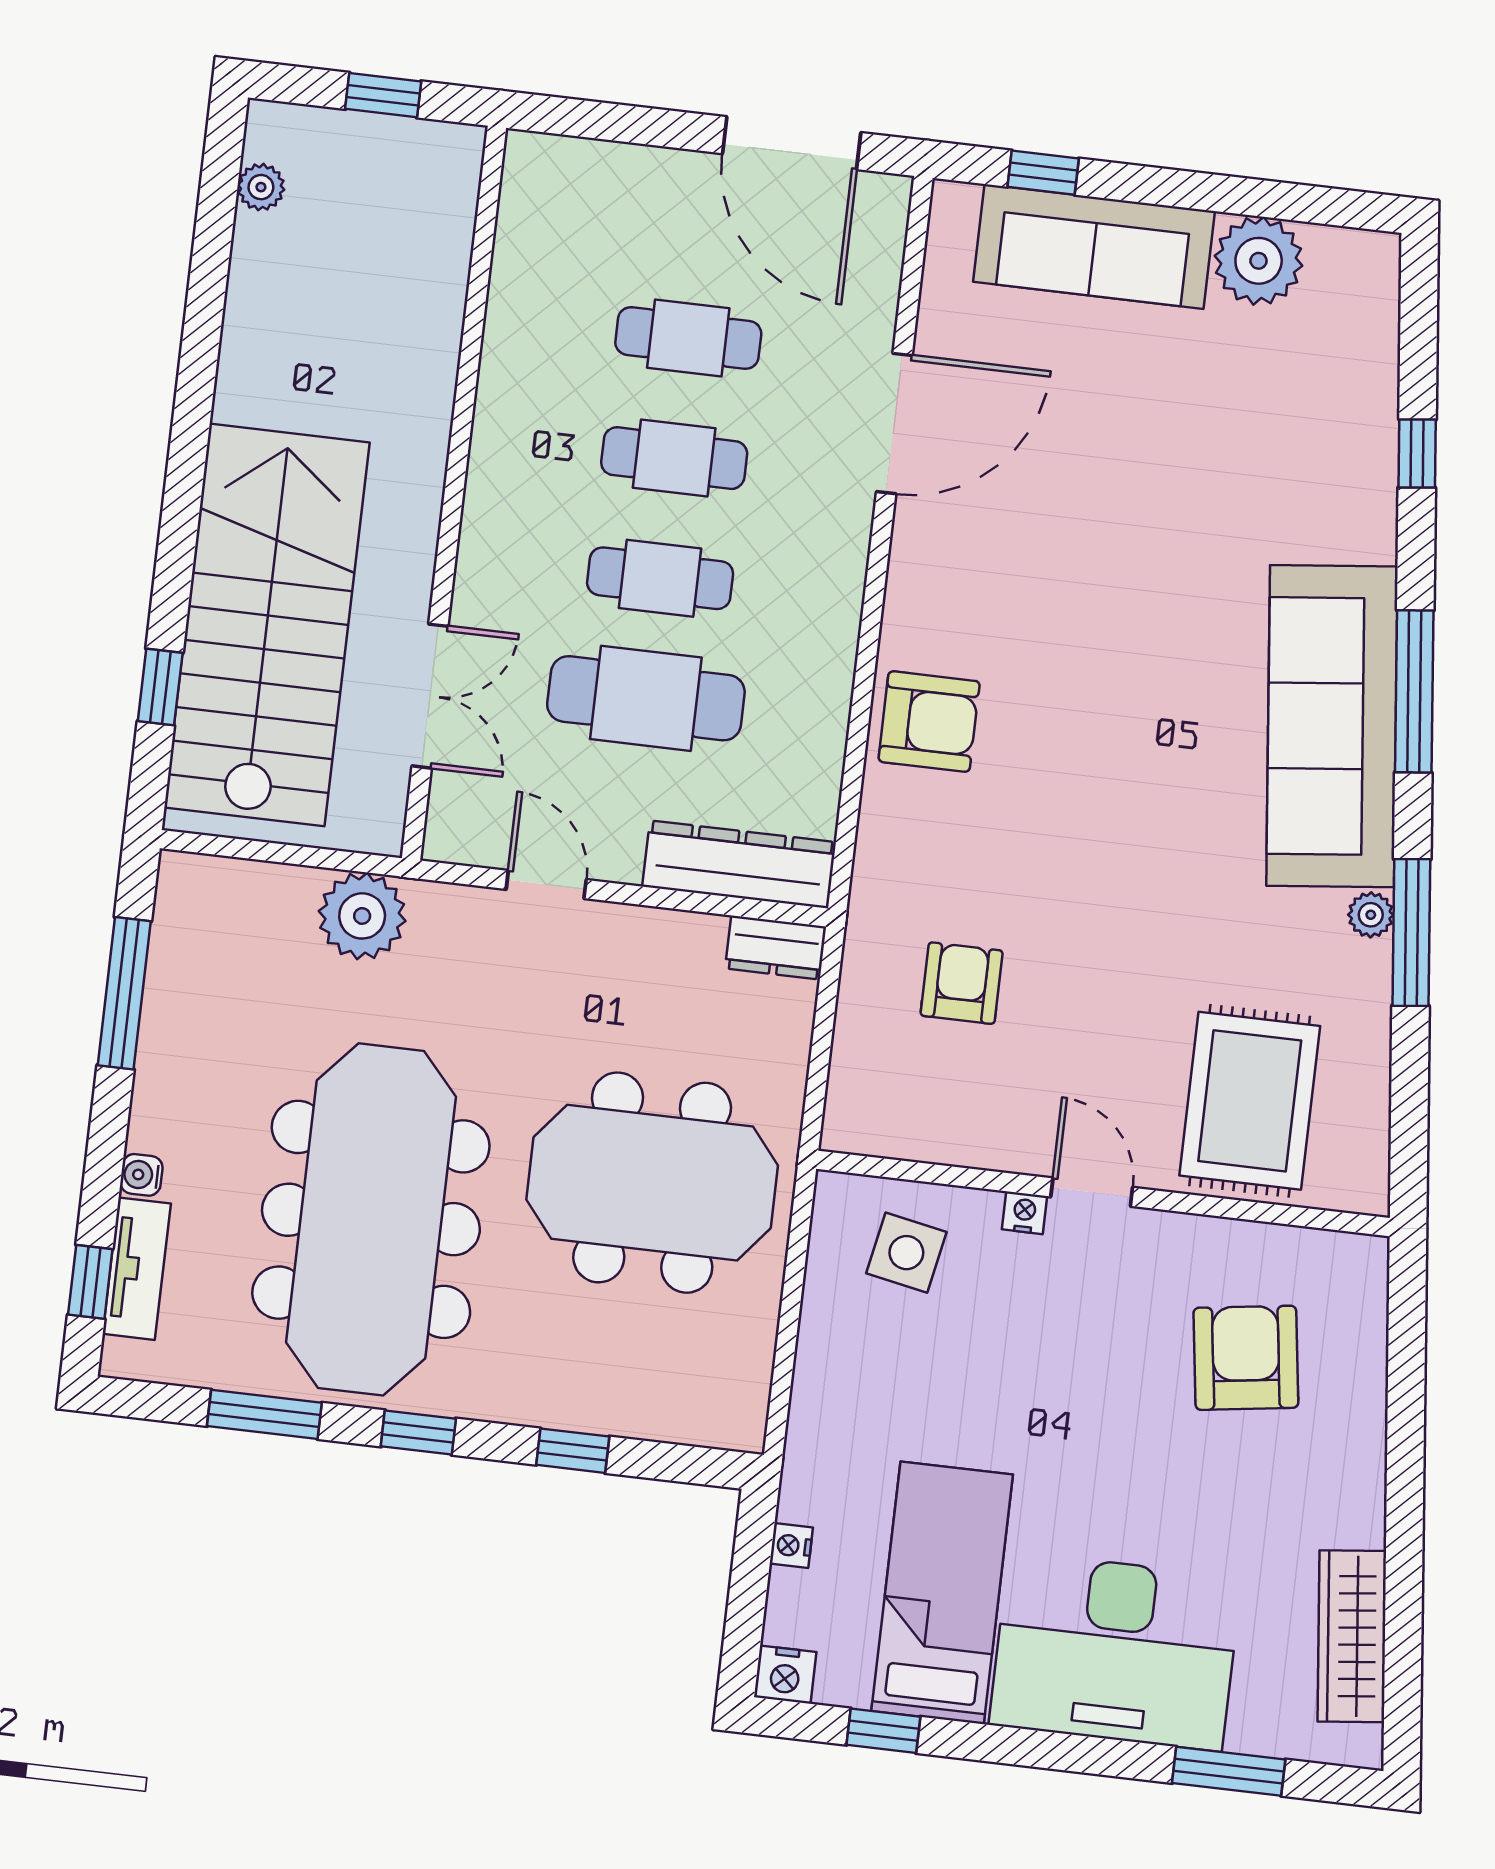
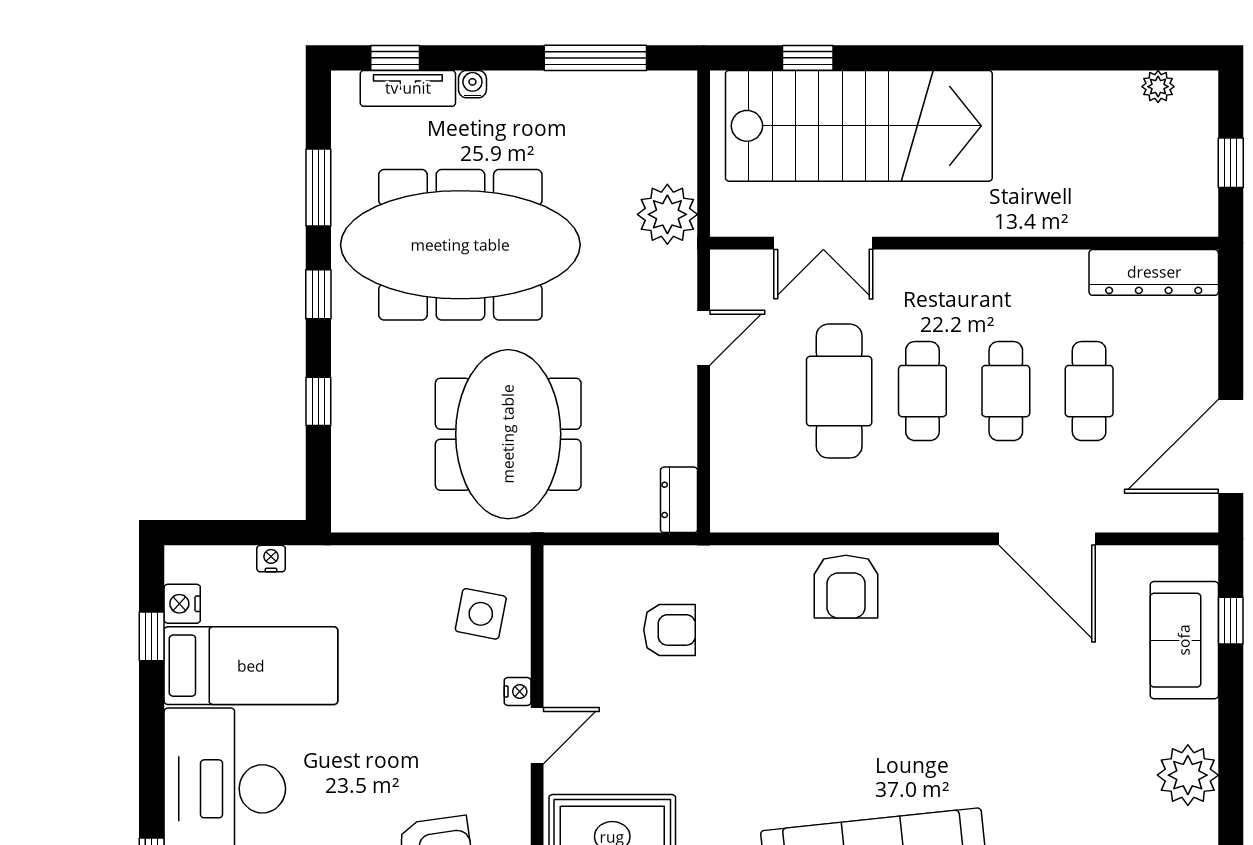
sofa: (1094, 247) -> (1184, 640), width x0.73
dresser: (739, 864) -> (1154, 272), moved, turned 90
nightstand: (785, 1675) -> (182, 604), moved

